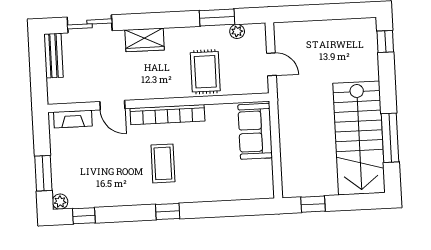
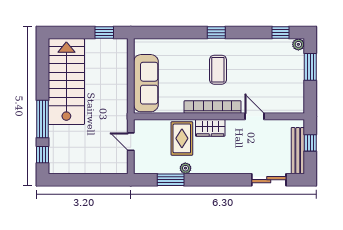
plant: (237, 31) -> (185, 168), moved
wardrobe: (145, 40) -> (210, 128), moved, turned 180
bench: (53, 56) -> (298, 151), width x1.36
window: (38, 74) -> (310, 143), added
fireplace: (73, 119) -> (285, 107), removed
sofa: (255, 131) -> (146, 83), width x1.36
window: (390, 138) -> (43, 119), moved

